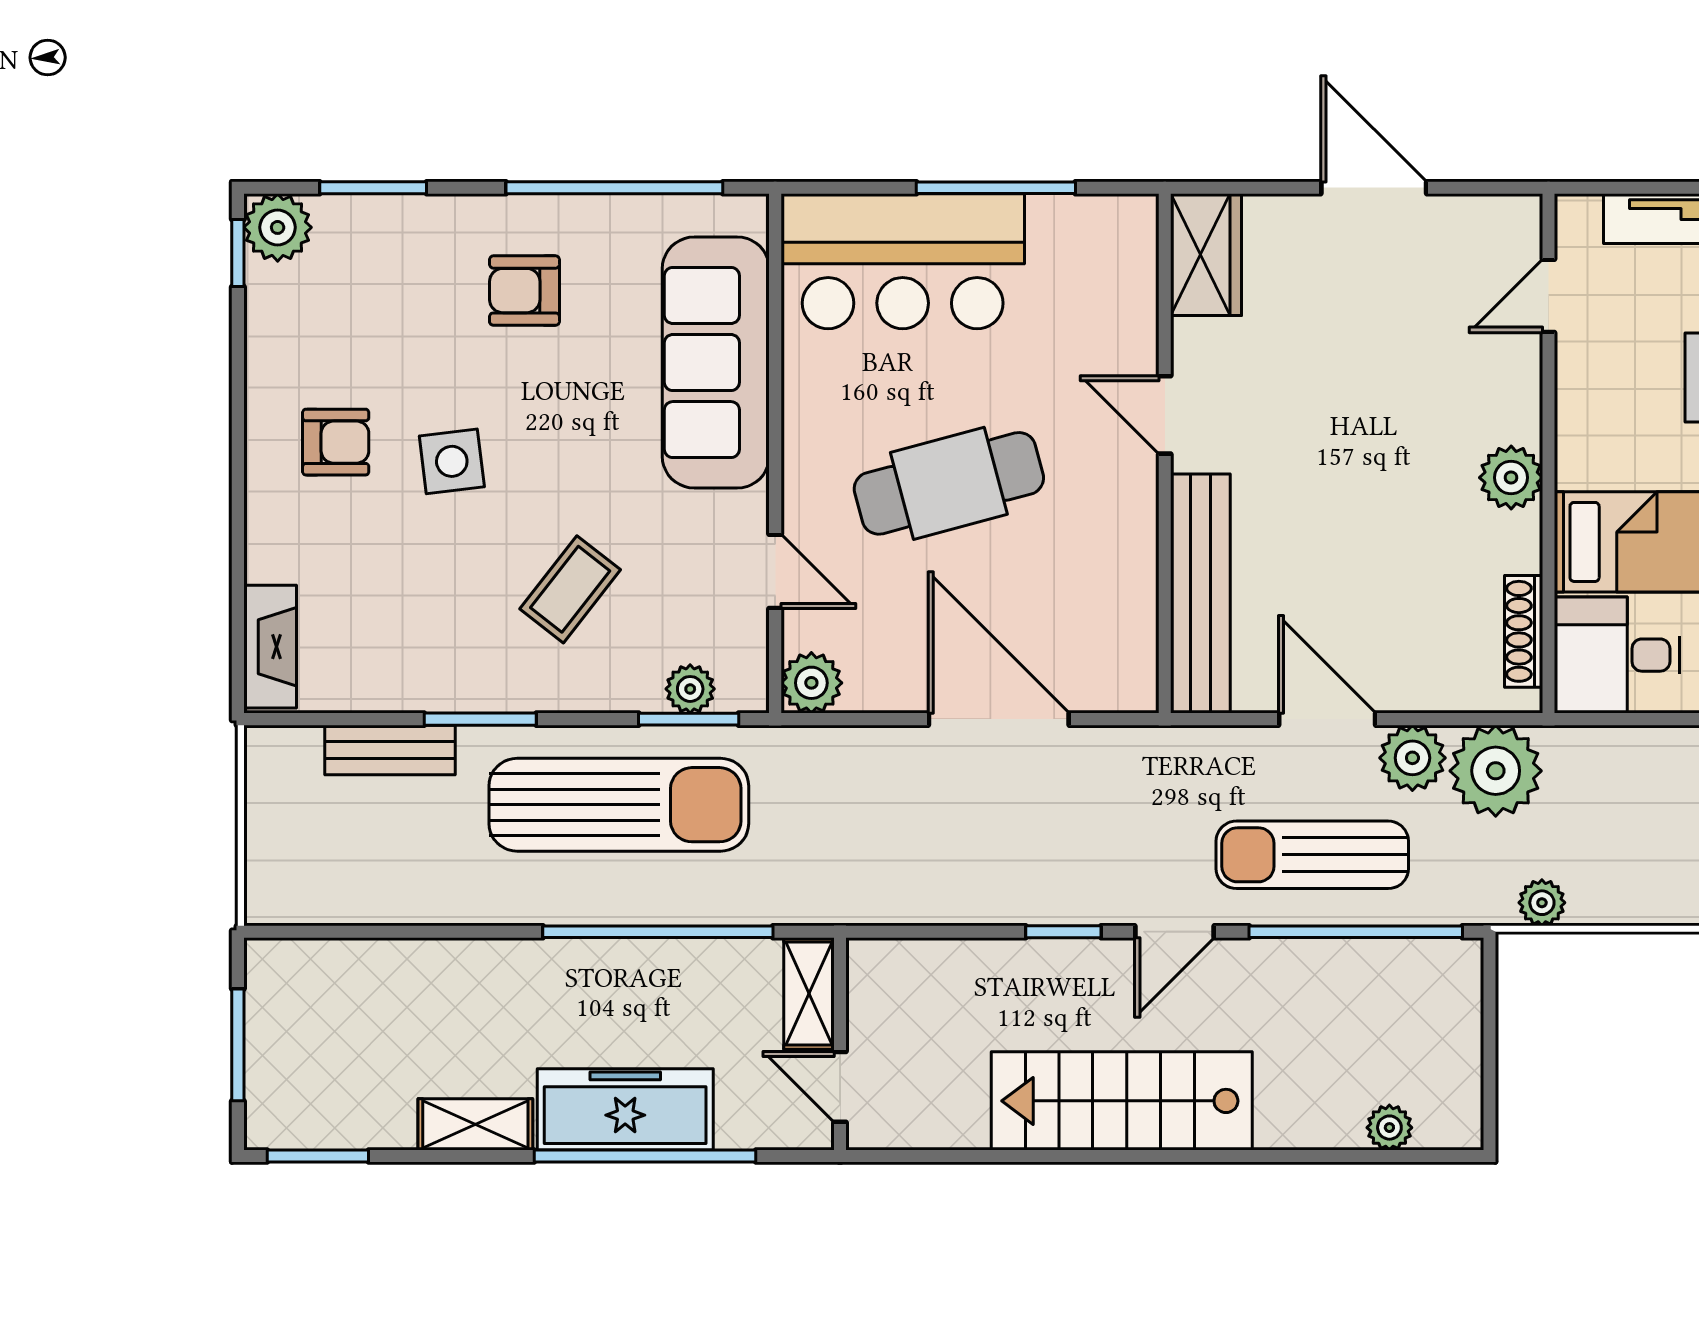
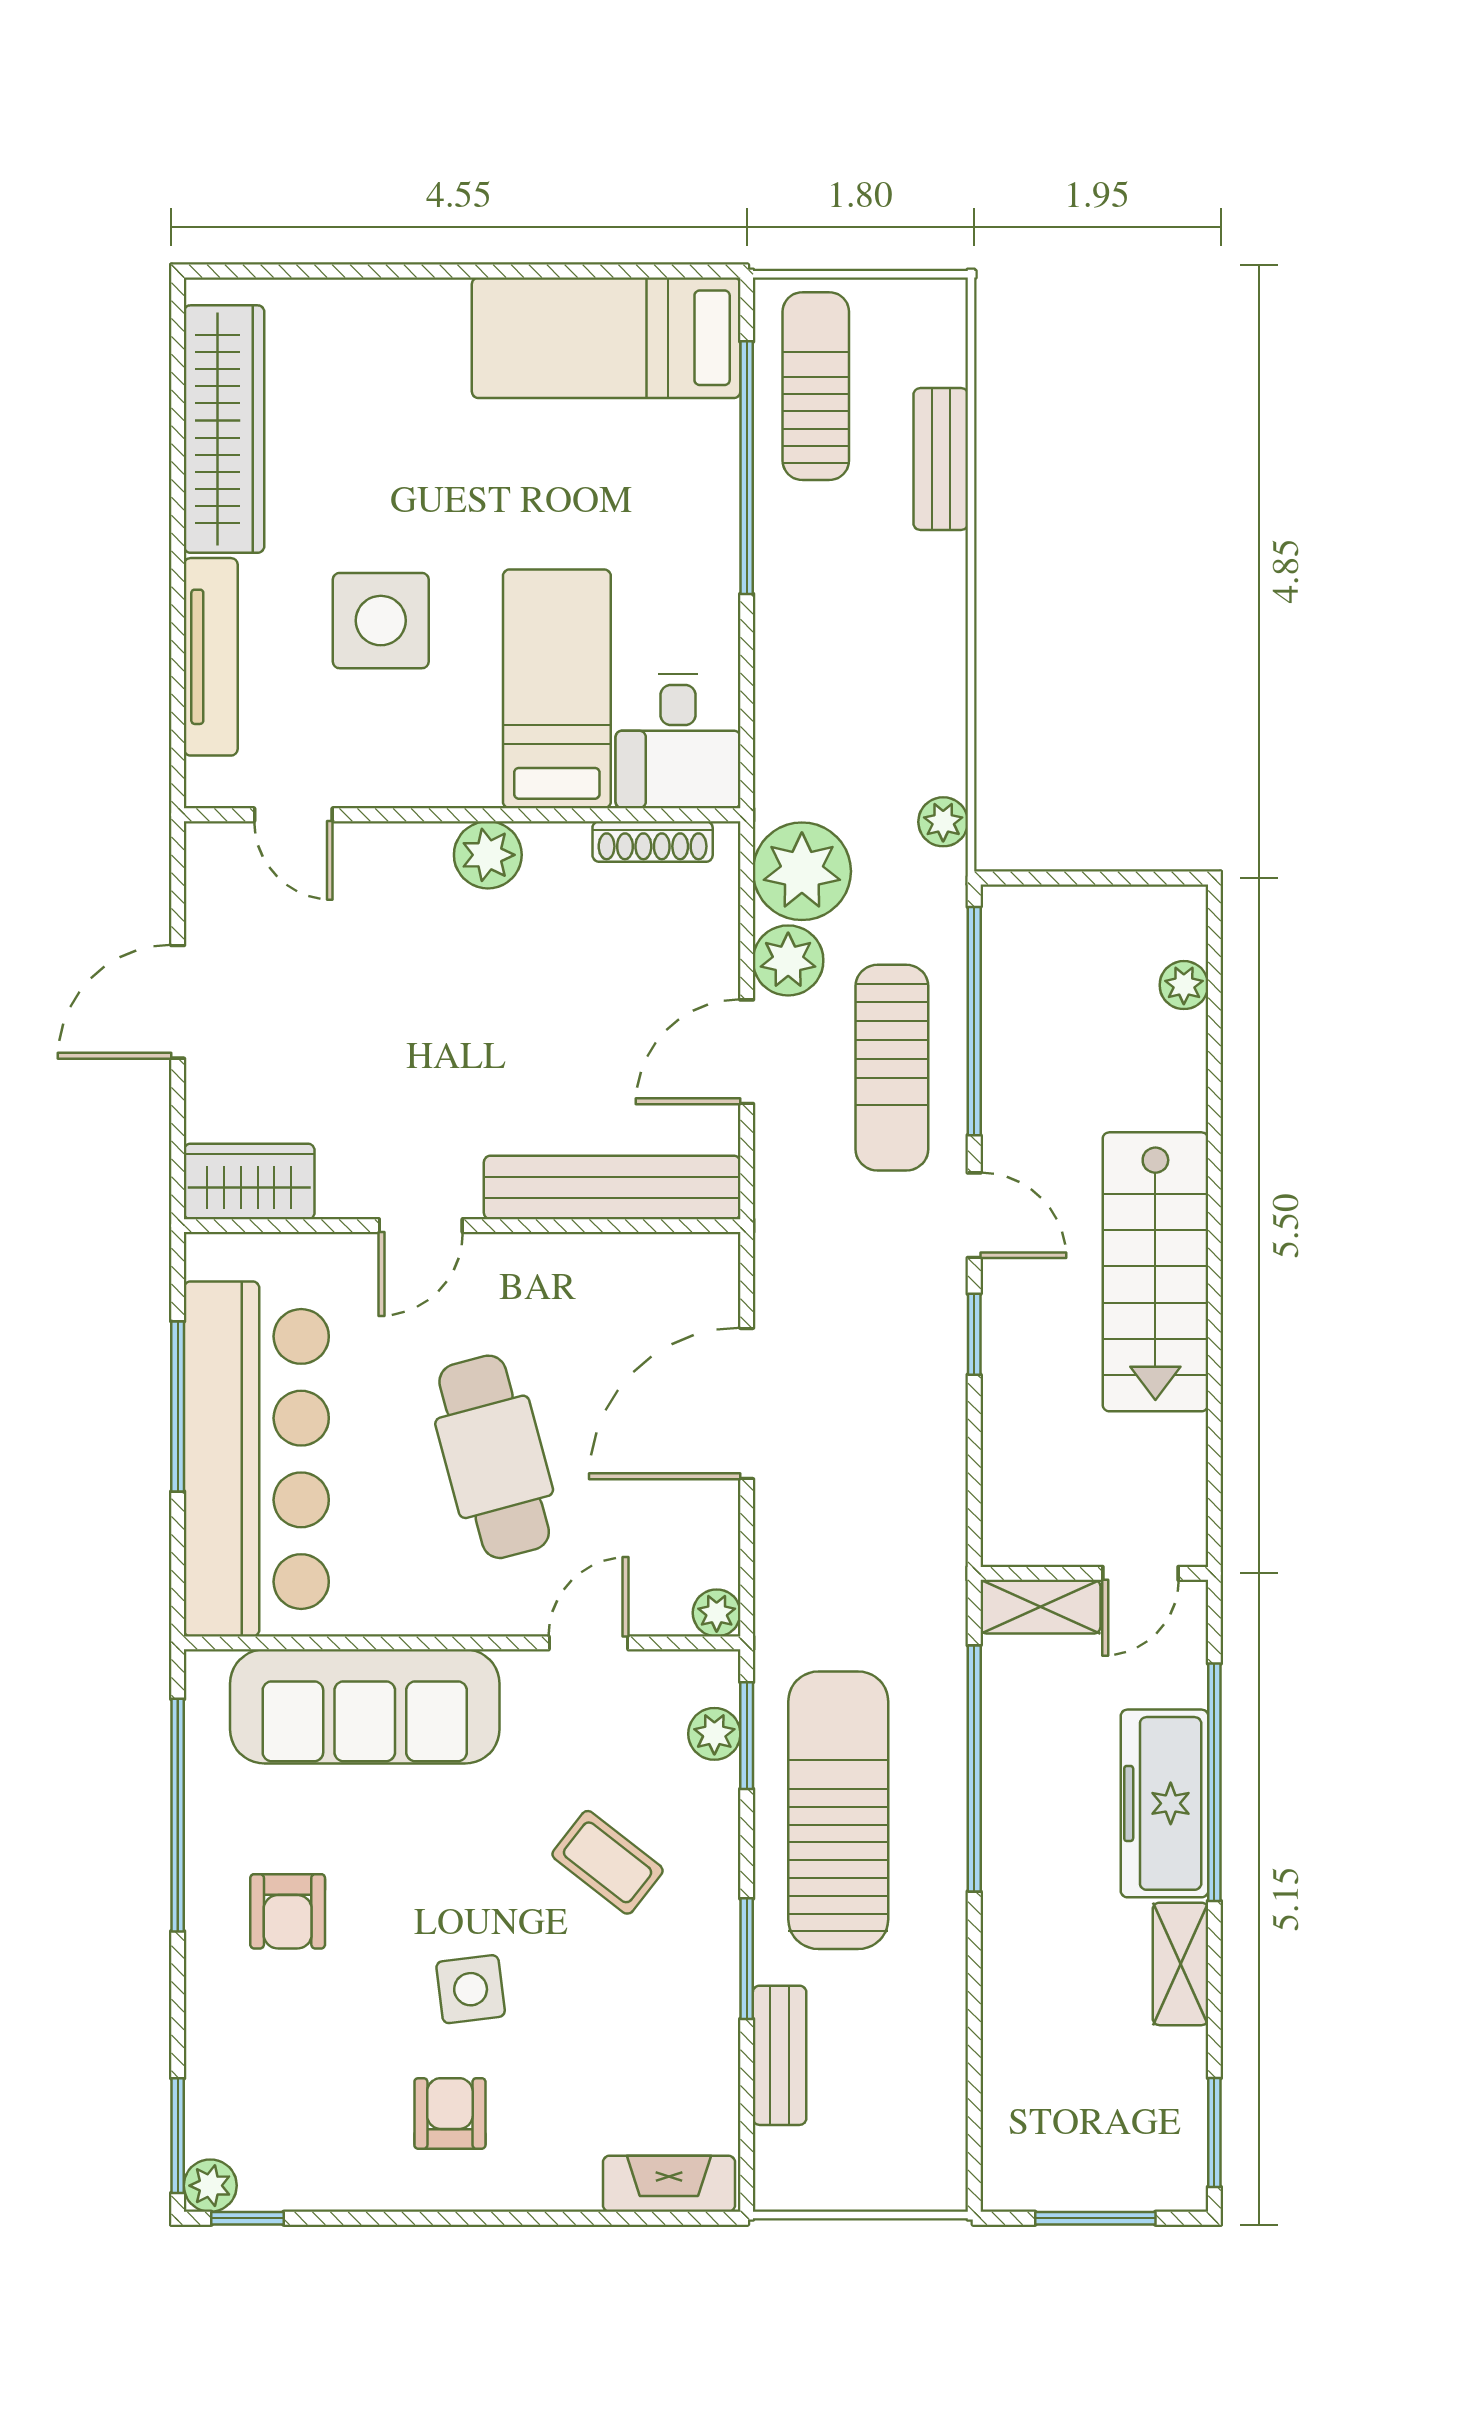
window: (373, 188) -> (178, 2136), moved
plant: (278, 227) -> (210, 2186), width x0.73, depth x0.73
bar counter: (903, 261) -> (256, 1459), width x1.36
plant: (811, 683) -> (717, 1613), width x0.73, depth x0.73

